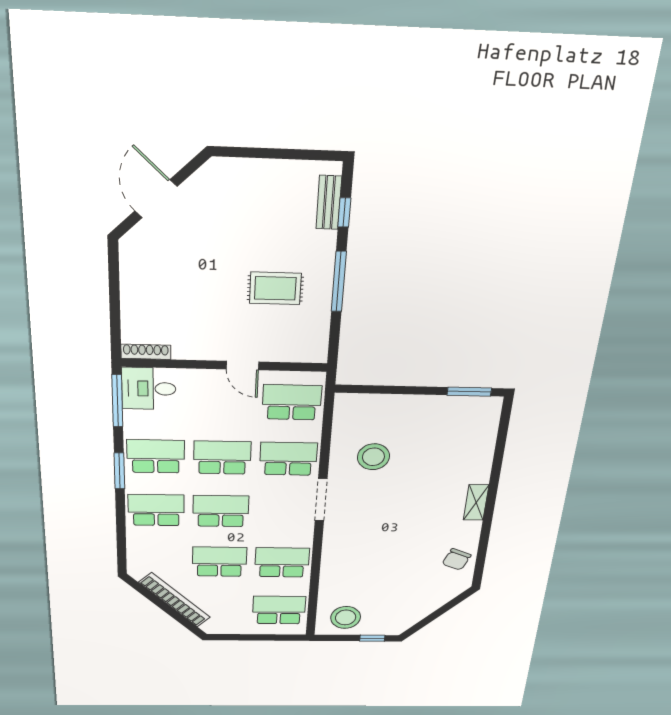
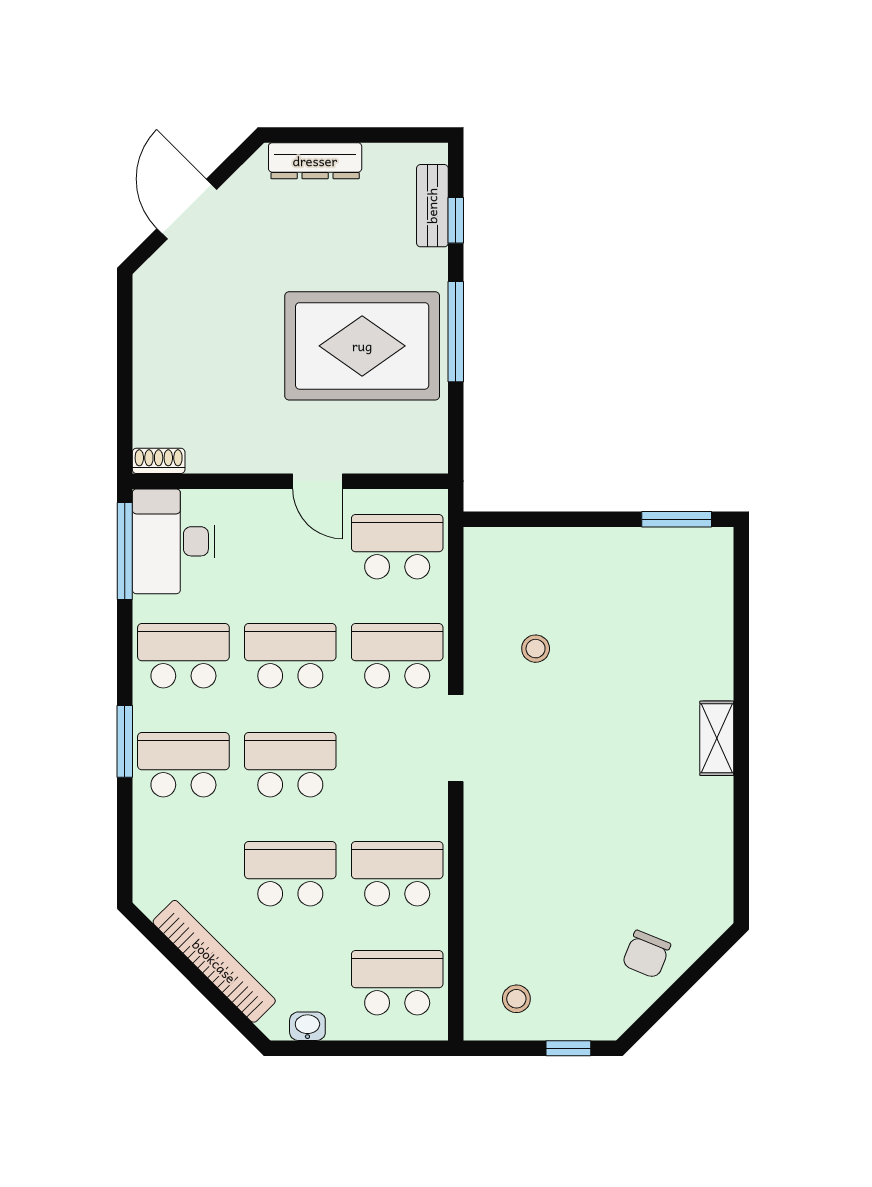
dresser: (248, 170) -> (315, 161), added
rug: (275, 288) -> (362, 346), width x1.86, depth x2.06
shoe rack: (146, 352) -> (159, 461), width x0.70
desk: (149, 389) -> (174, 541), width x1.37
stool: (373, 457) -> (536, 649), width x0.53, depth x0.53
window: (119, 471) -> (125, 741), moved
chair: (456, 559) -> (646, 954), moved
stool: (346, 617) -> (516, 999), width x0.53, depth x0.53
washbasin: (227, 628) -> (307, 1026), added

